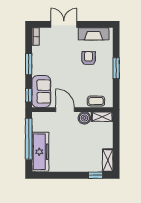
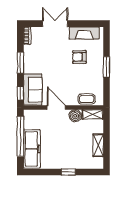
armchair: (89, 58) -> (79, 57), turned -90
shelving: (108, 160) -> (98, 145), moved
window: (96, 175) -> (68, 172), moved

